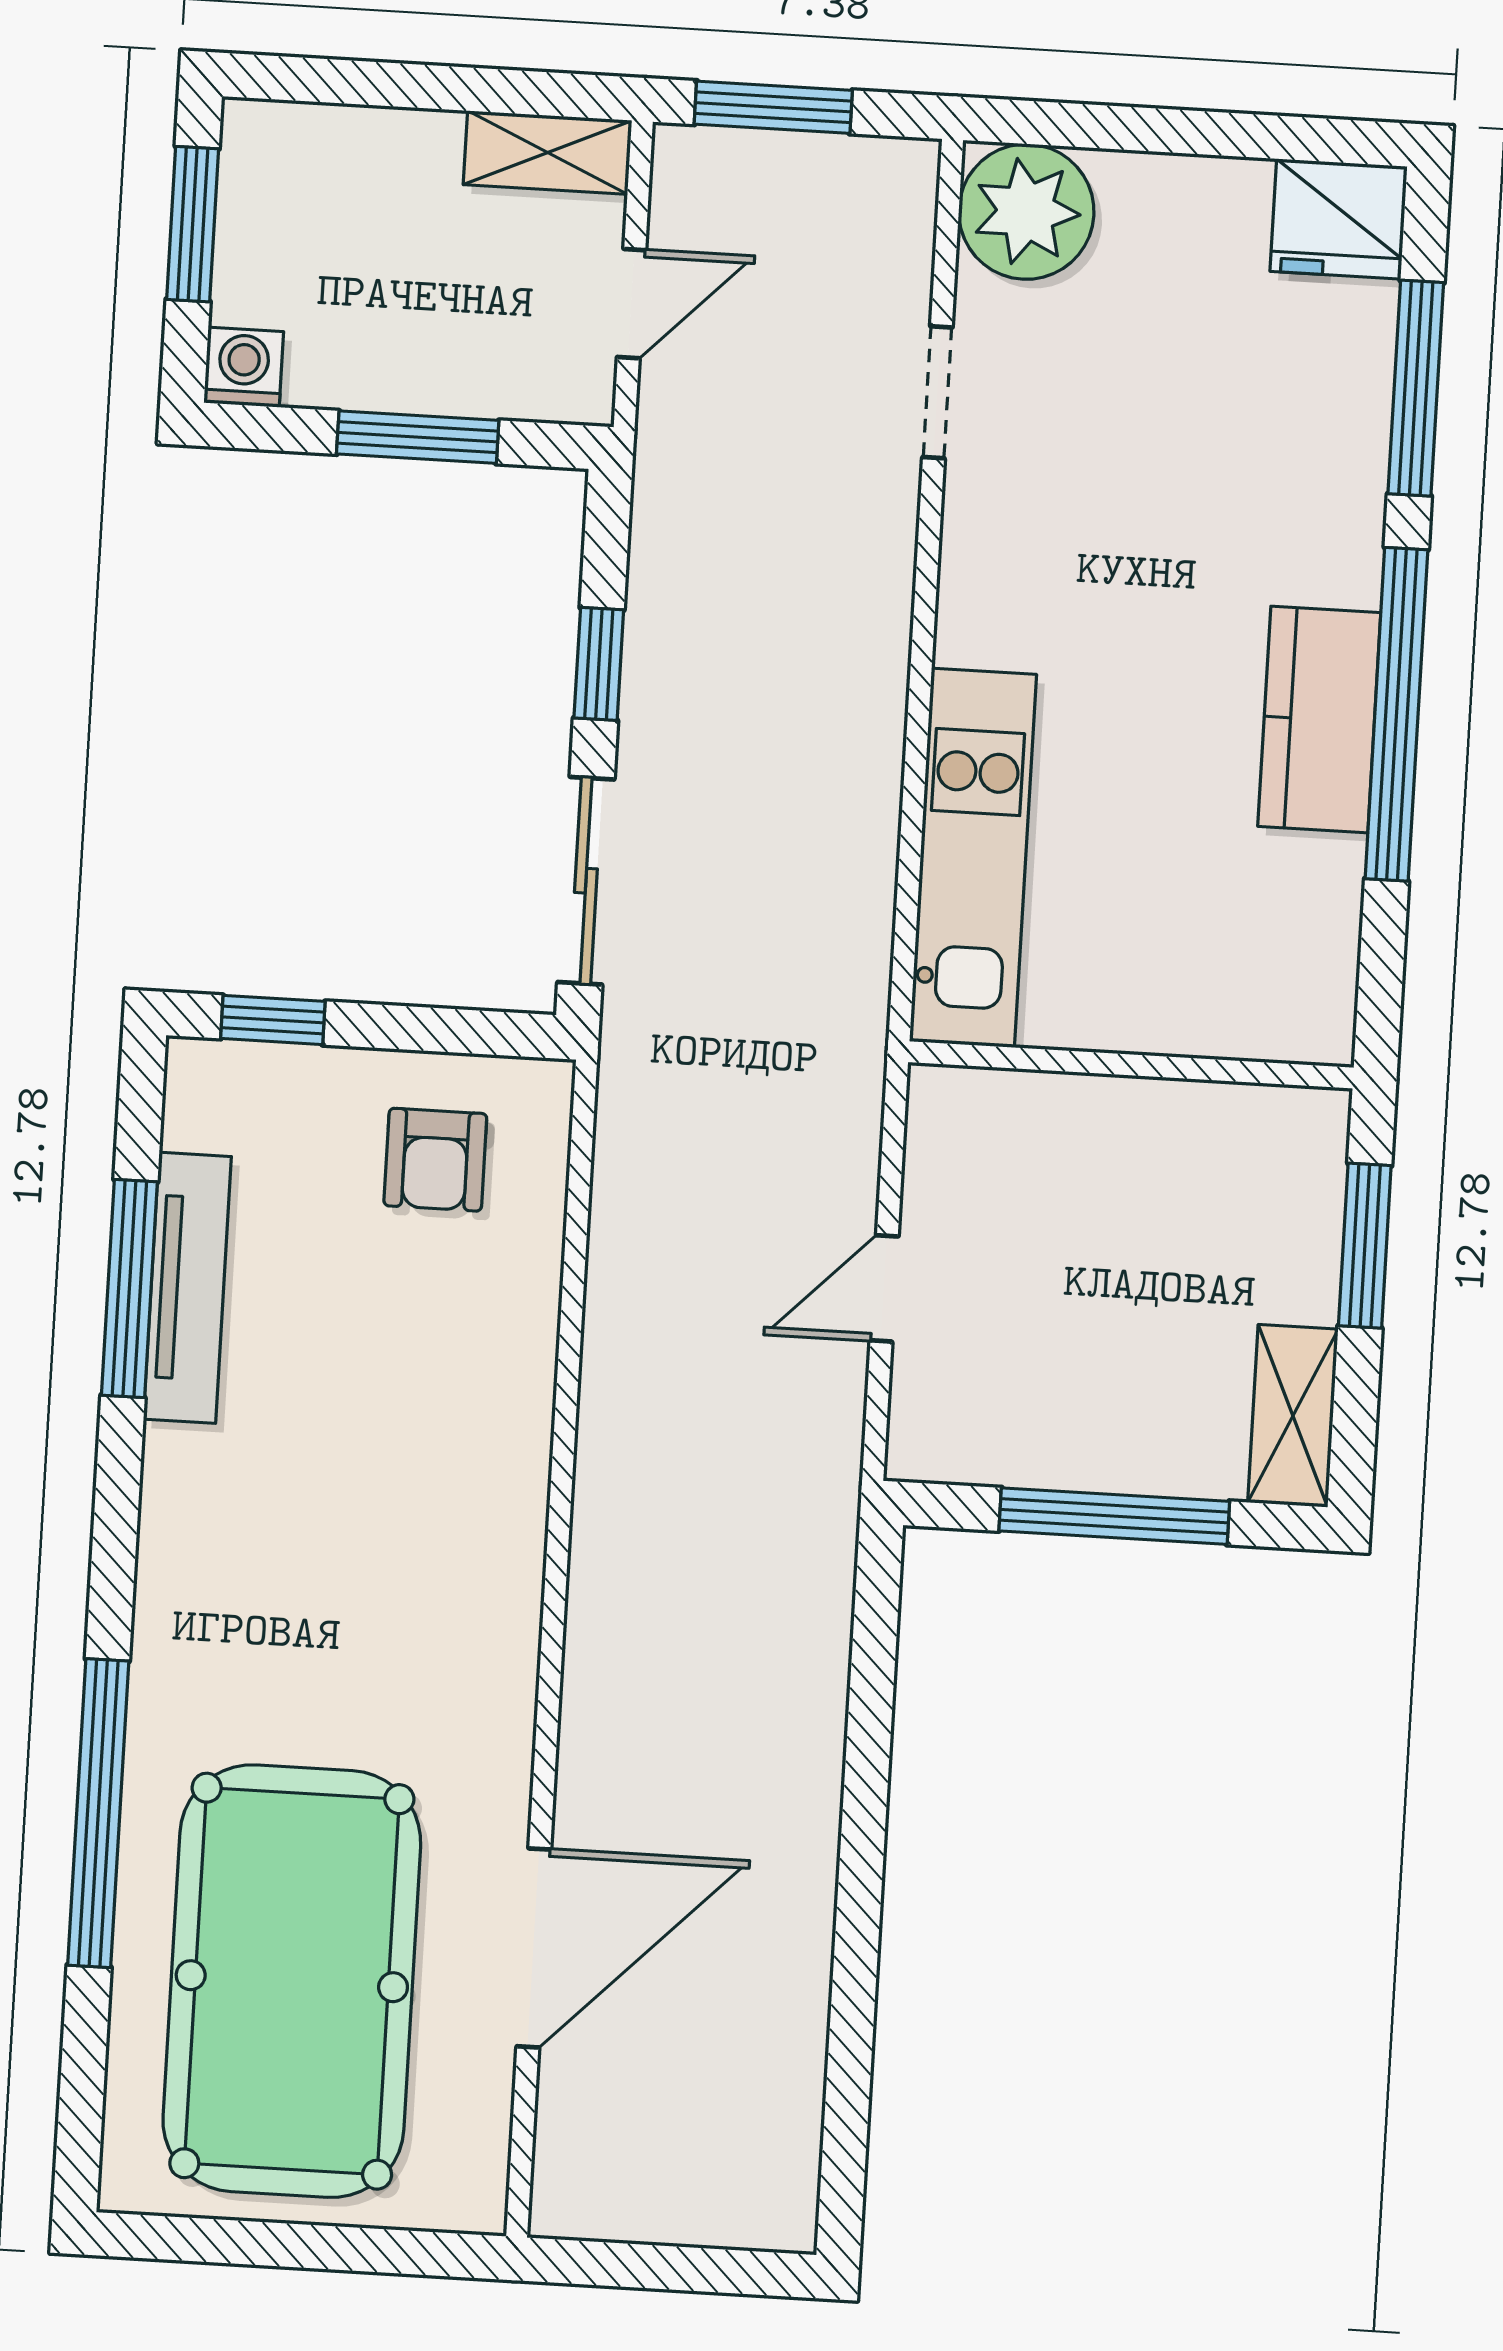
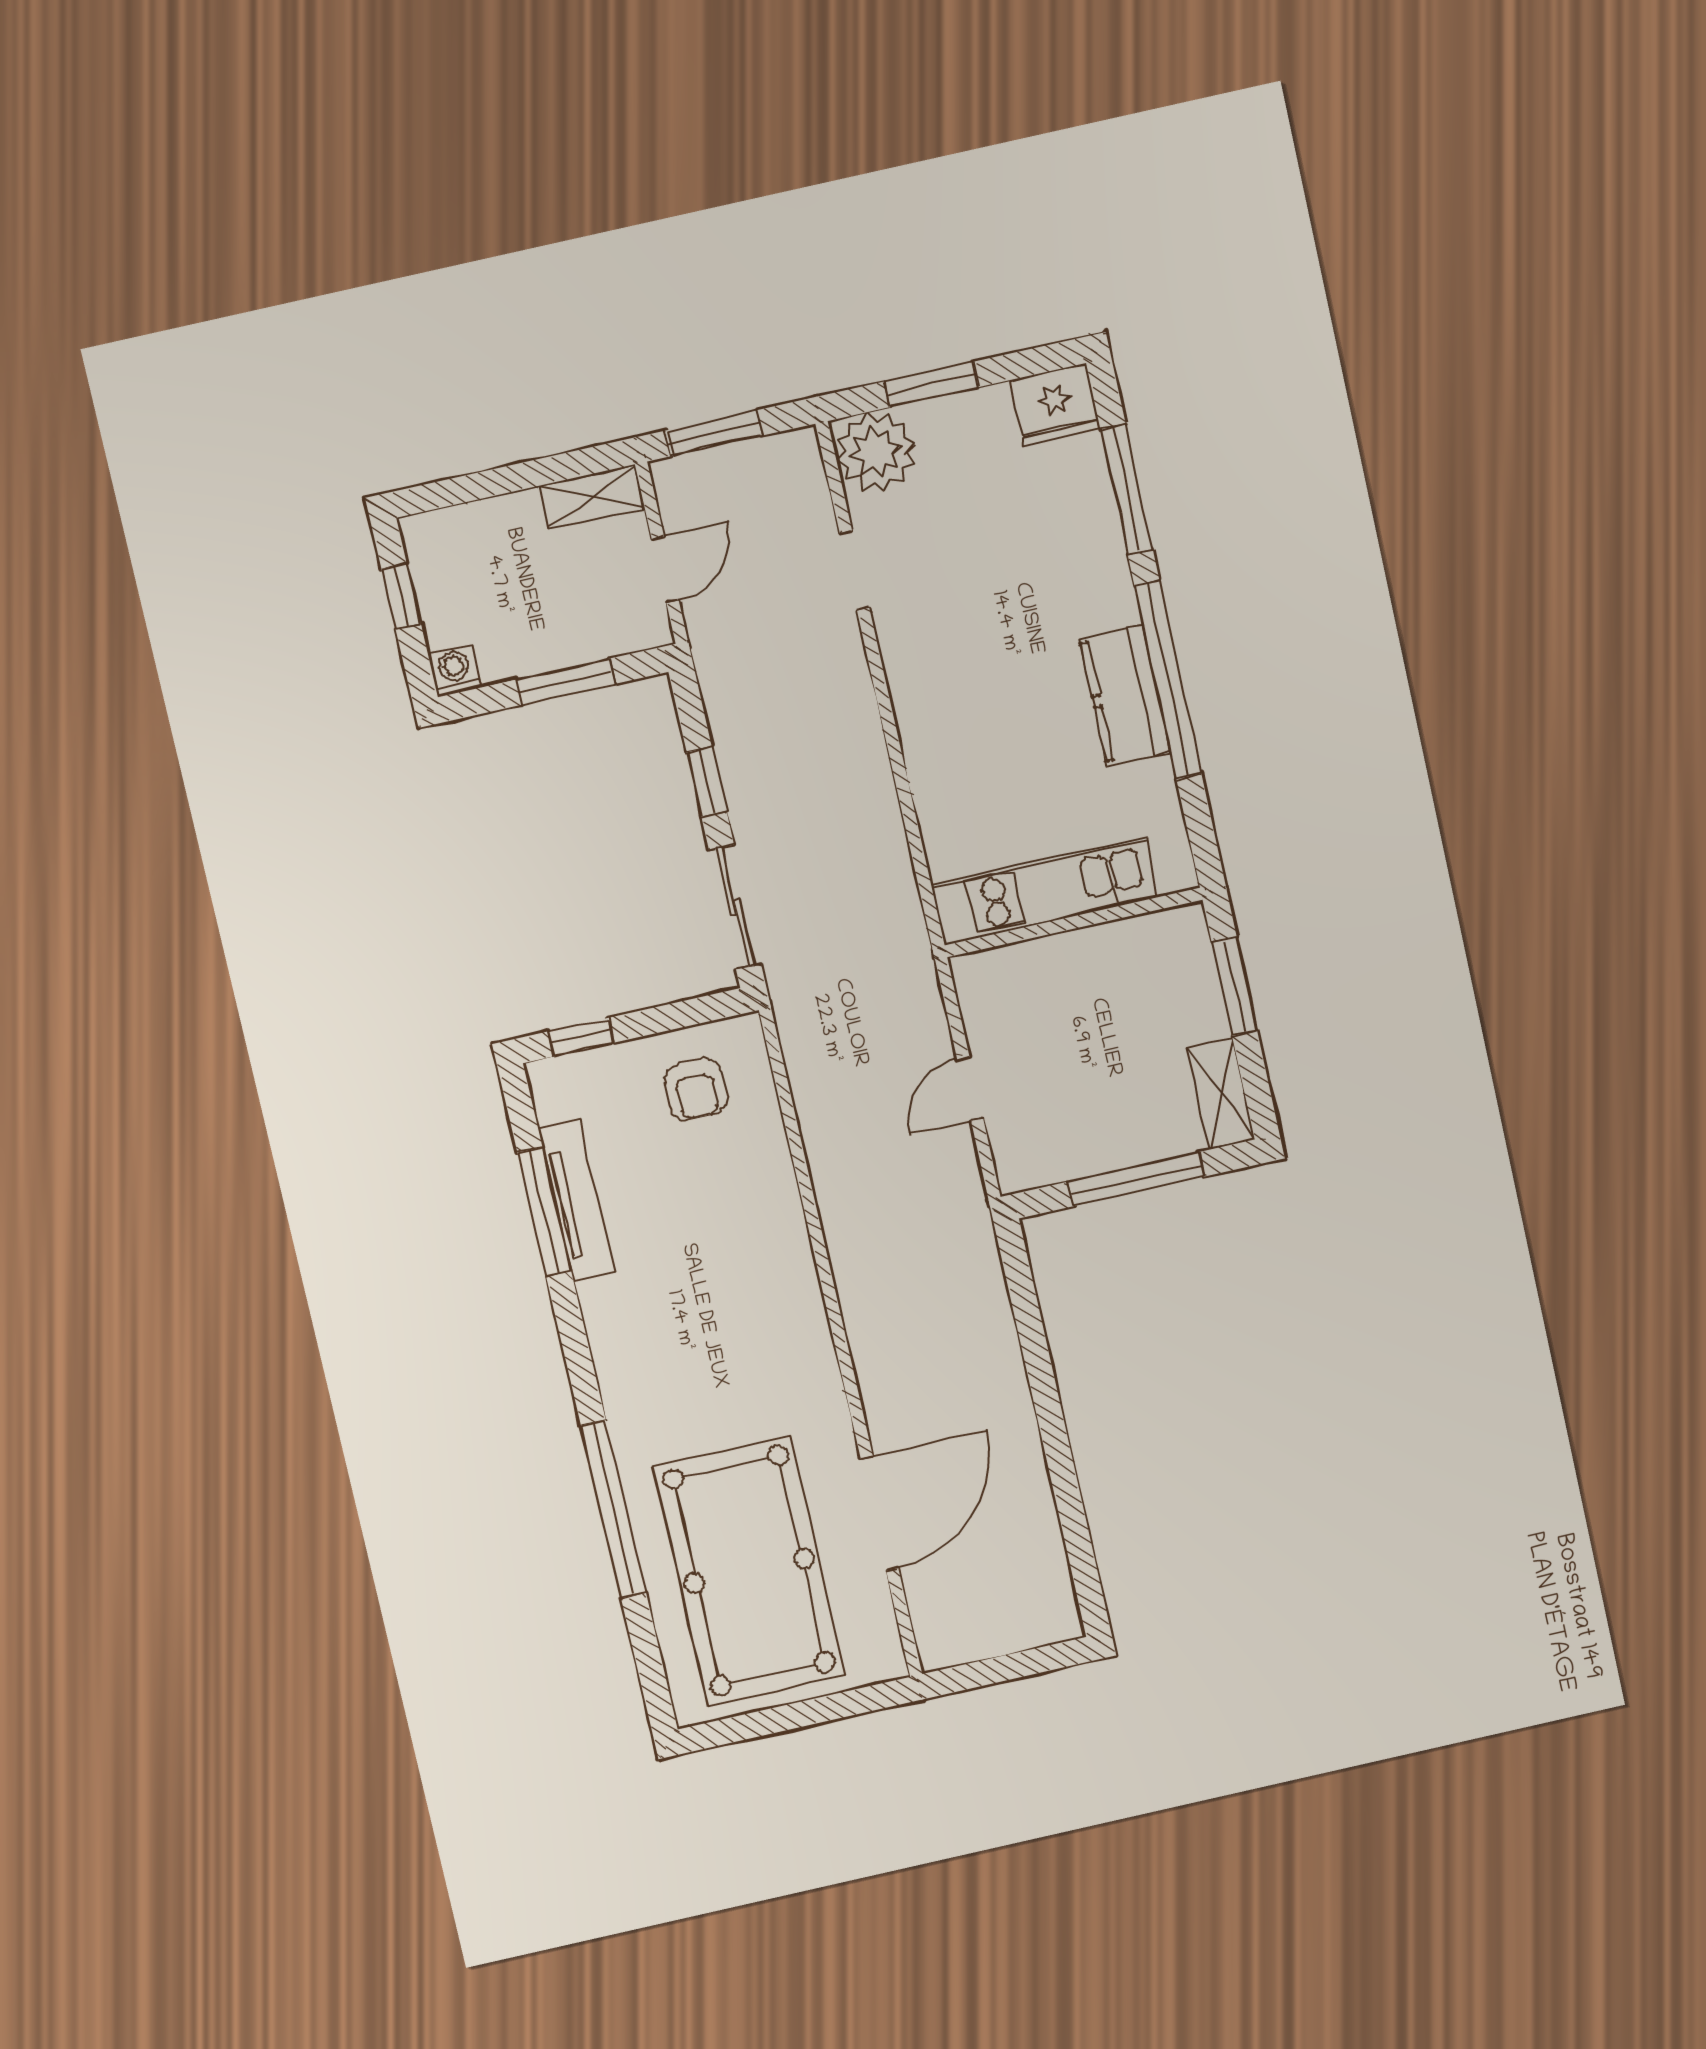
window: (1148, 130) -> (932, 384), added
window: (193, 224) -> (401, 596), width x0.67
kitchen unit: (973, 858) -> (1045, 891), moved, turned -90

